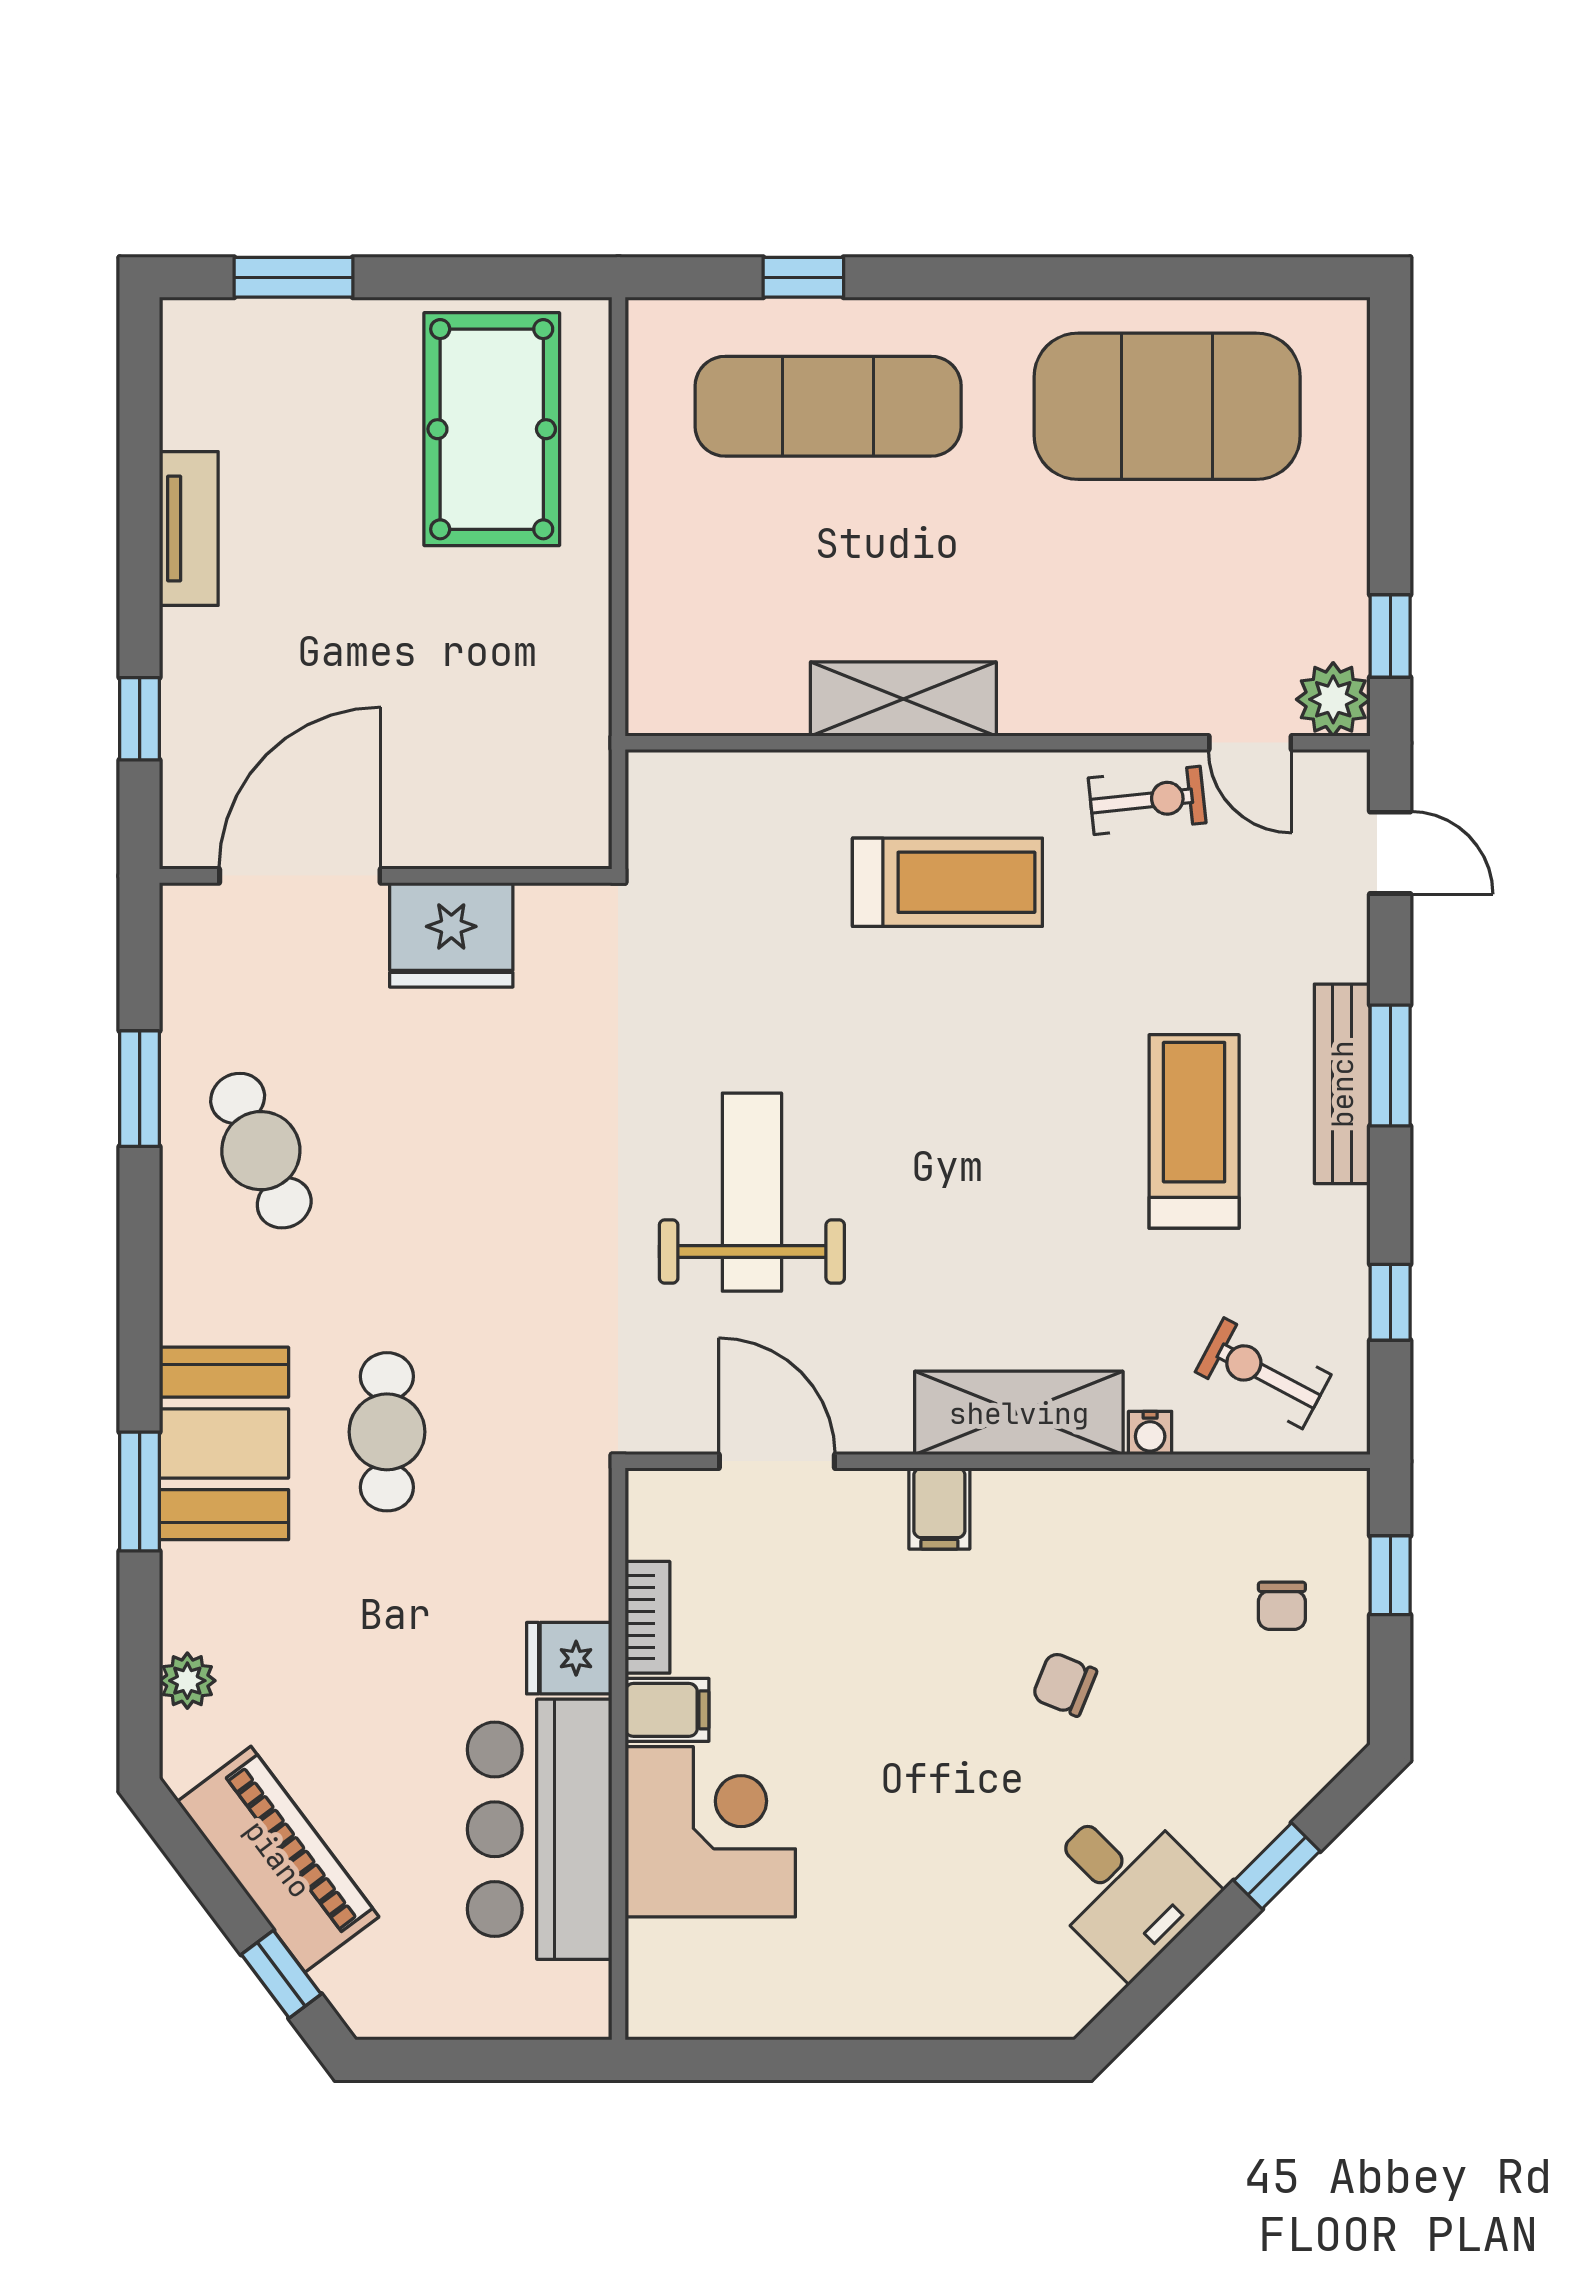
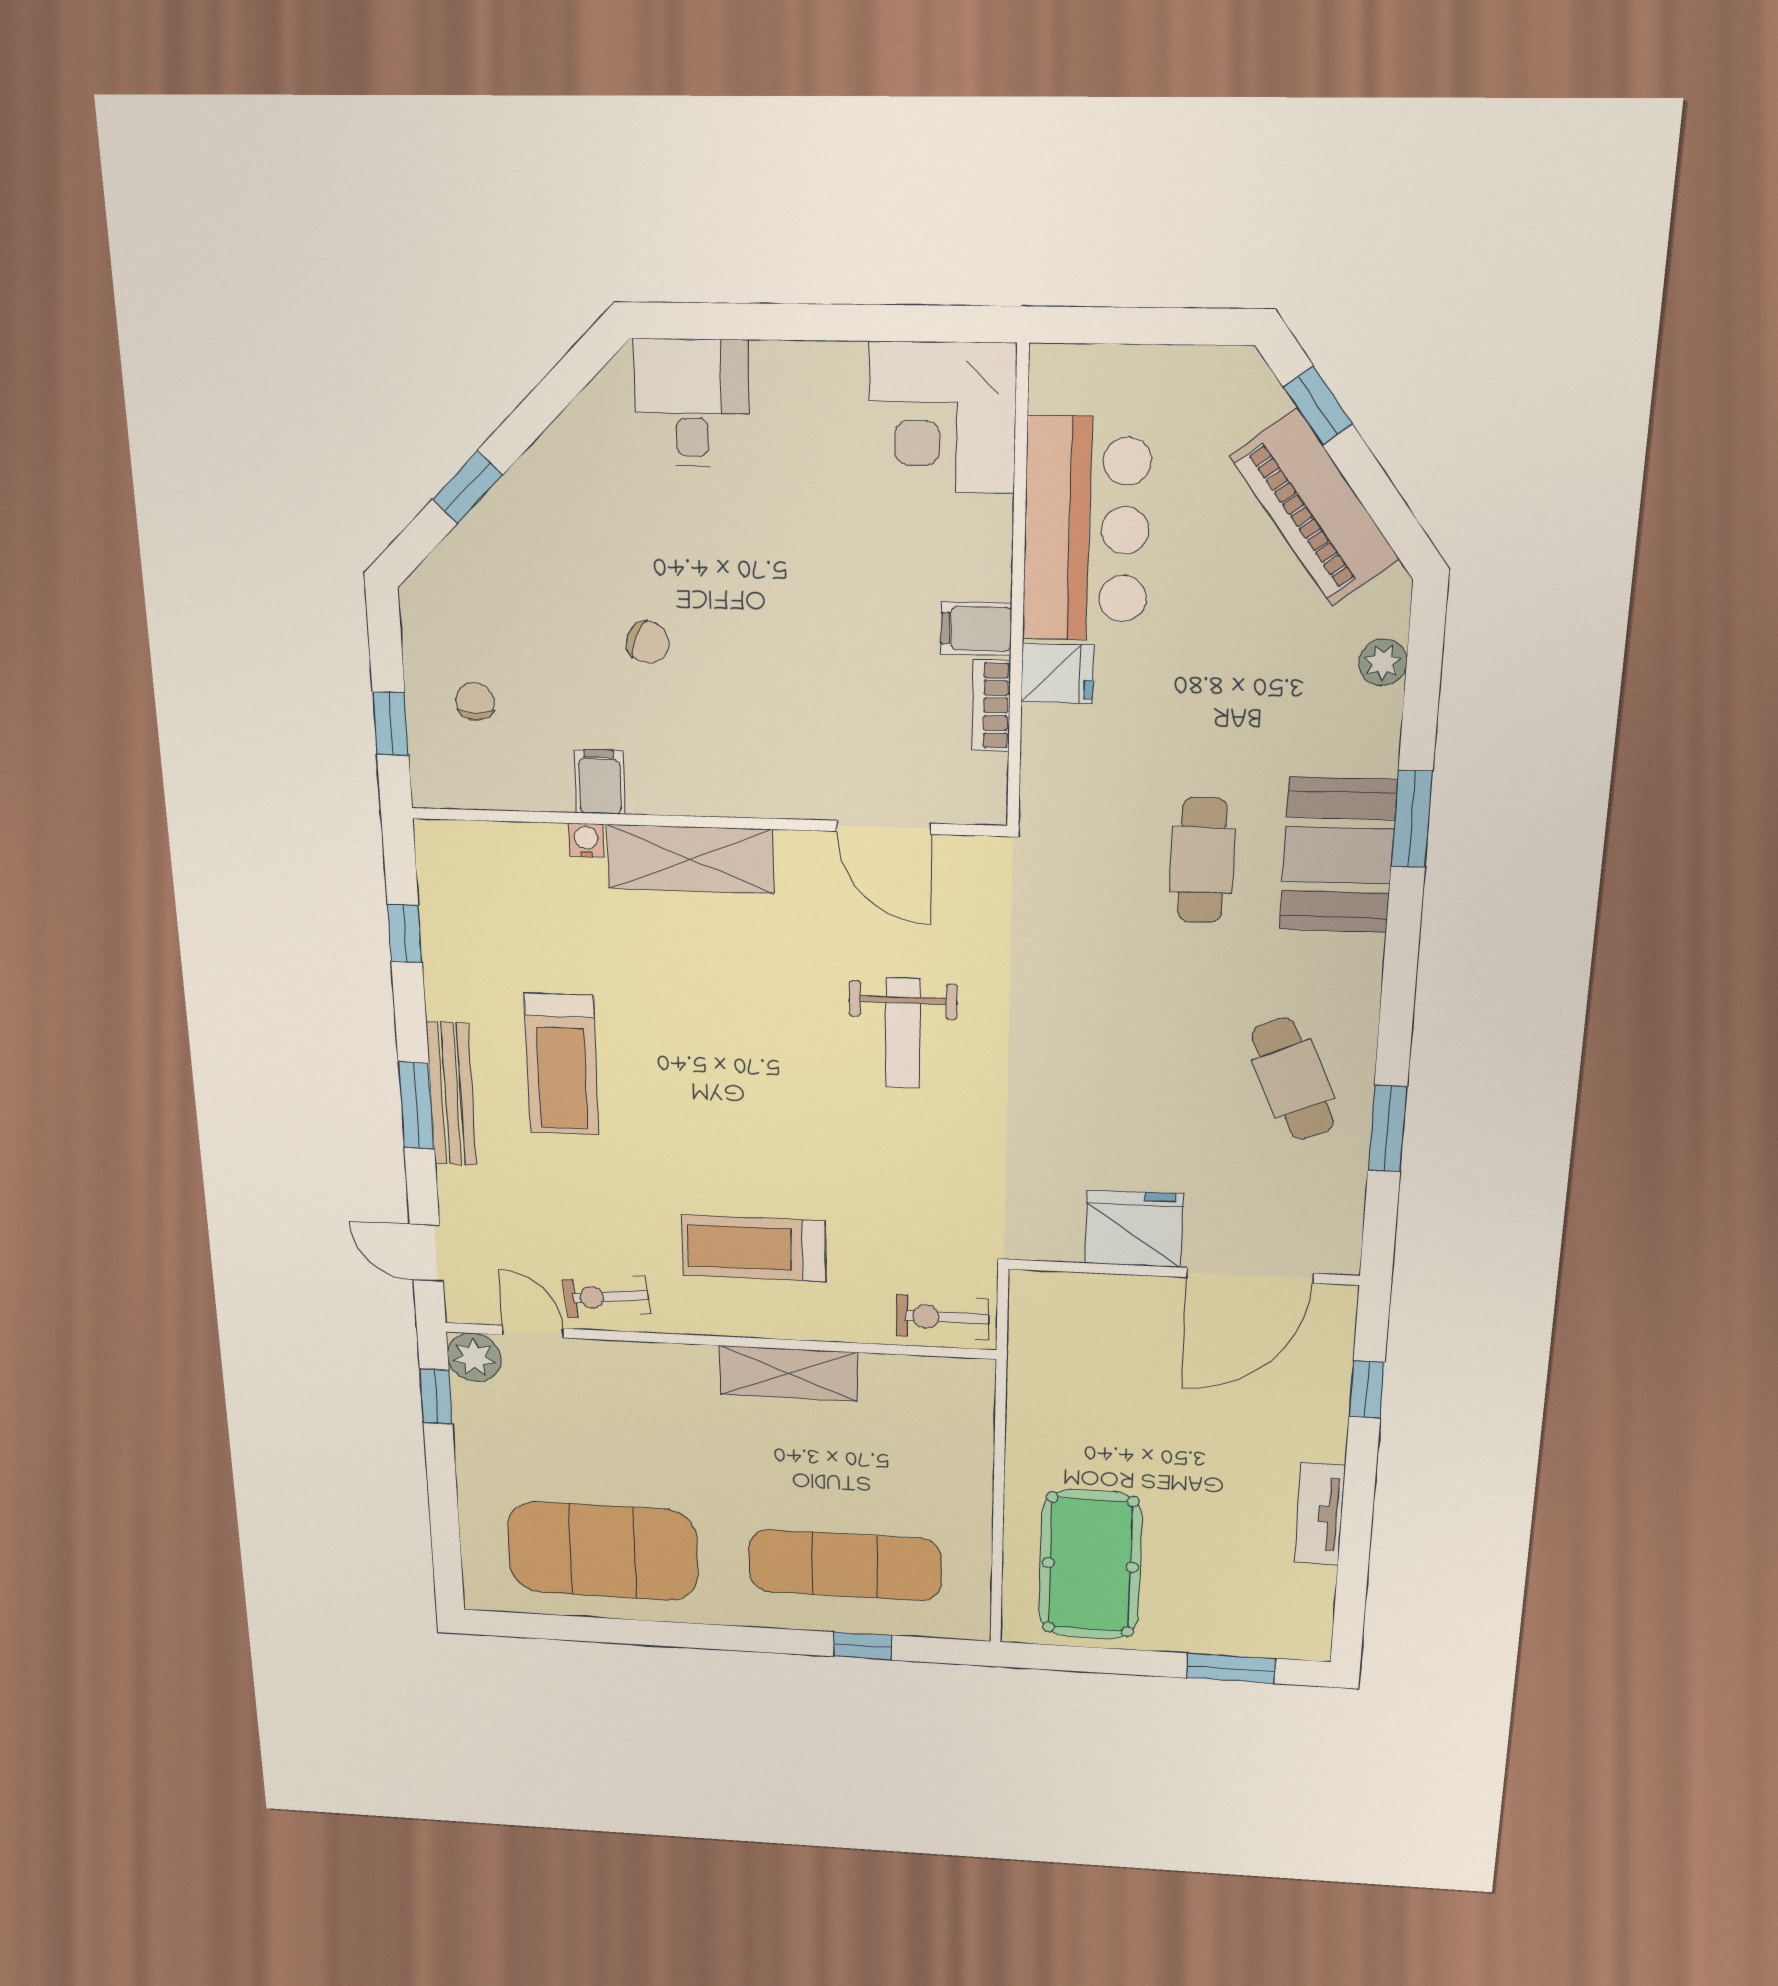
weight bench: (752, 1192) -> (903, 1033), width x0.73, depth x0.75
exercise bike: (1263, 1373) -> (942, 1317), moved, turned 152
filing cabinet: (939, 1509) -> (600, 782), moved
corner desk: (710, 1832) -> (942, 418), moved
desk: (1126, 1886) -> (692, 403), moved, turned 45

